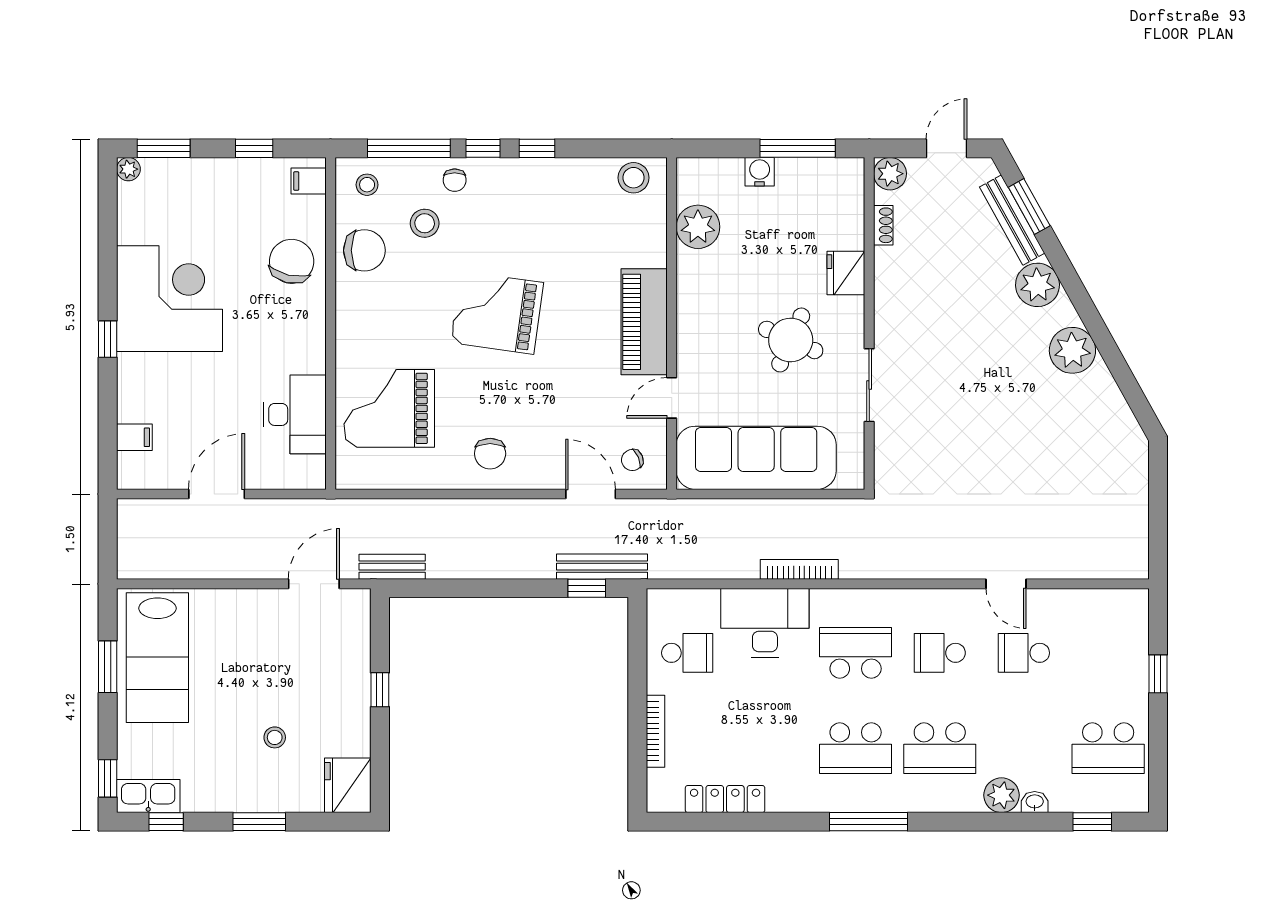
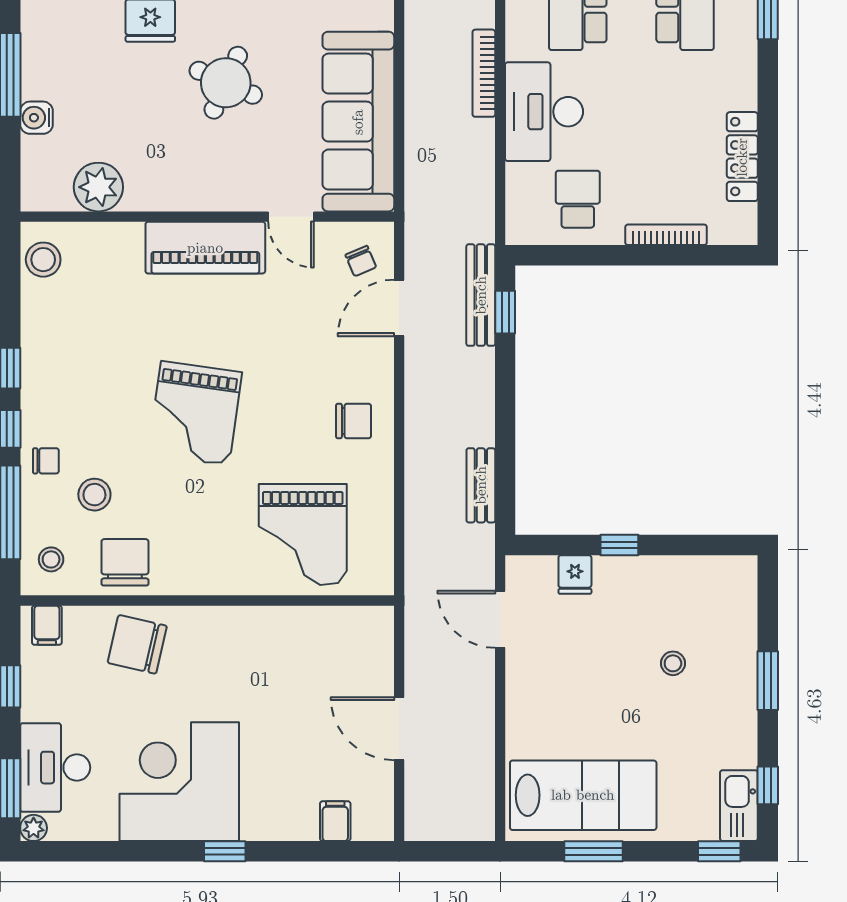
desk: (295, 414) -> (55, 768), moved, turned -90
bench: (392, 567) -> (481, 485), moved
fridge: (348, 785) -> (575, 574), moved, width x0.53, depth x0.75

